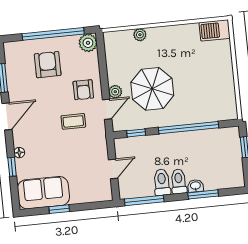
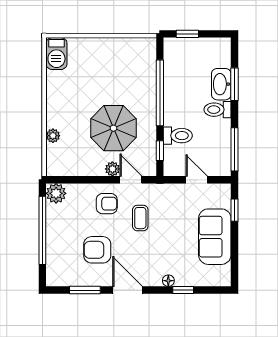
armchair: (48, 65) -> (97, 250), moved
toilet: (162, 182) -> (178, 136), moved, turned 180
washbasin: (195, 186) -> (221, 84), width x1.91, depth x1.45
sofa: (43, 193) -> (215, 237), moved
window: (59, 209) -> (235, 210), moved

